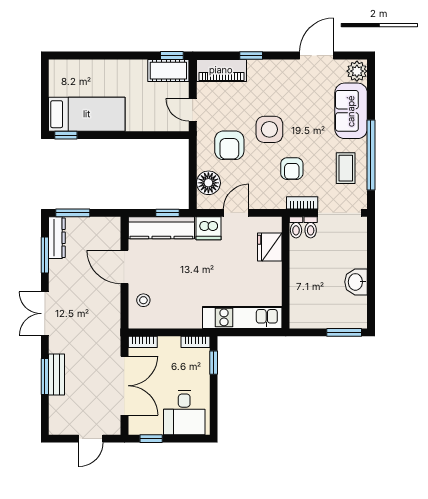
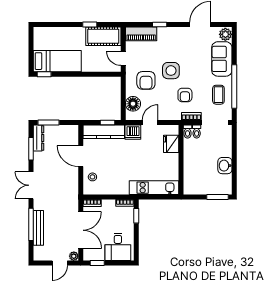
window: (172, 56) -> (90, 25), moved
cot: (168, 71) -> (103, 36), width x1.37, depth x1.34
bench: (56, 375) -> (38, 228), width x1.36
window: (45, 376) -> (31, 224), width x1.44
plant: (113, 427) -> (74, 256), added

